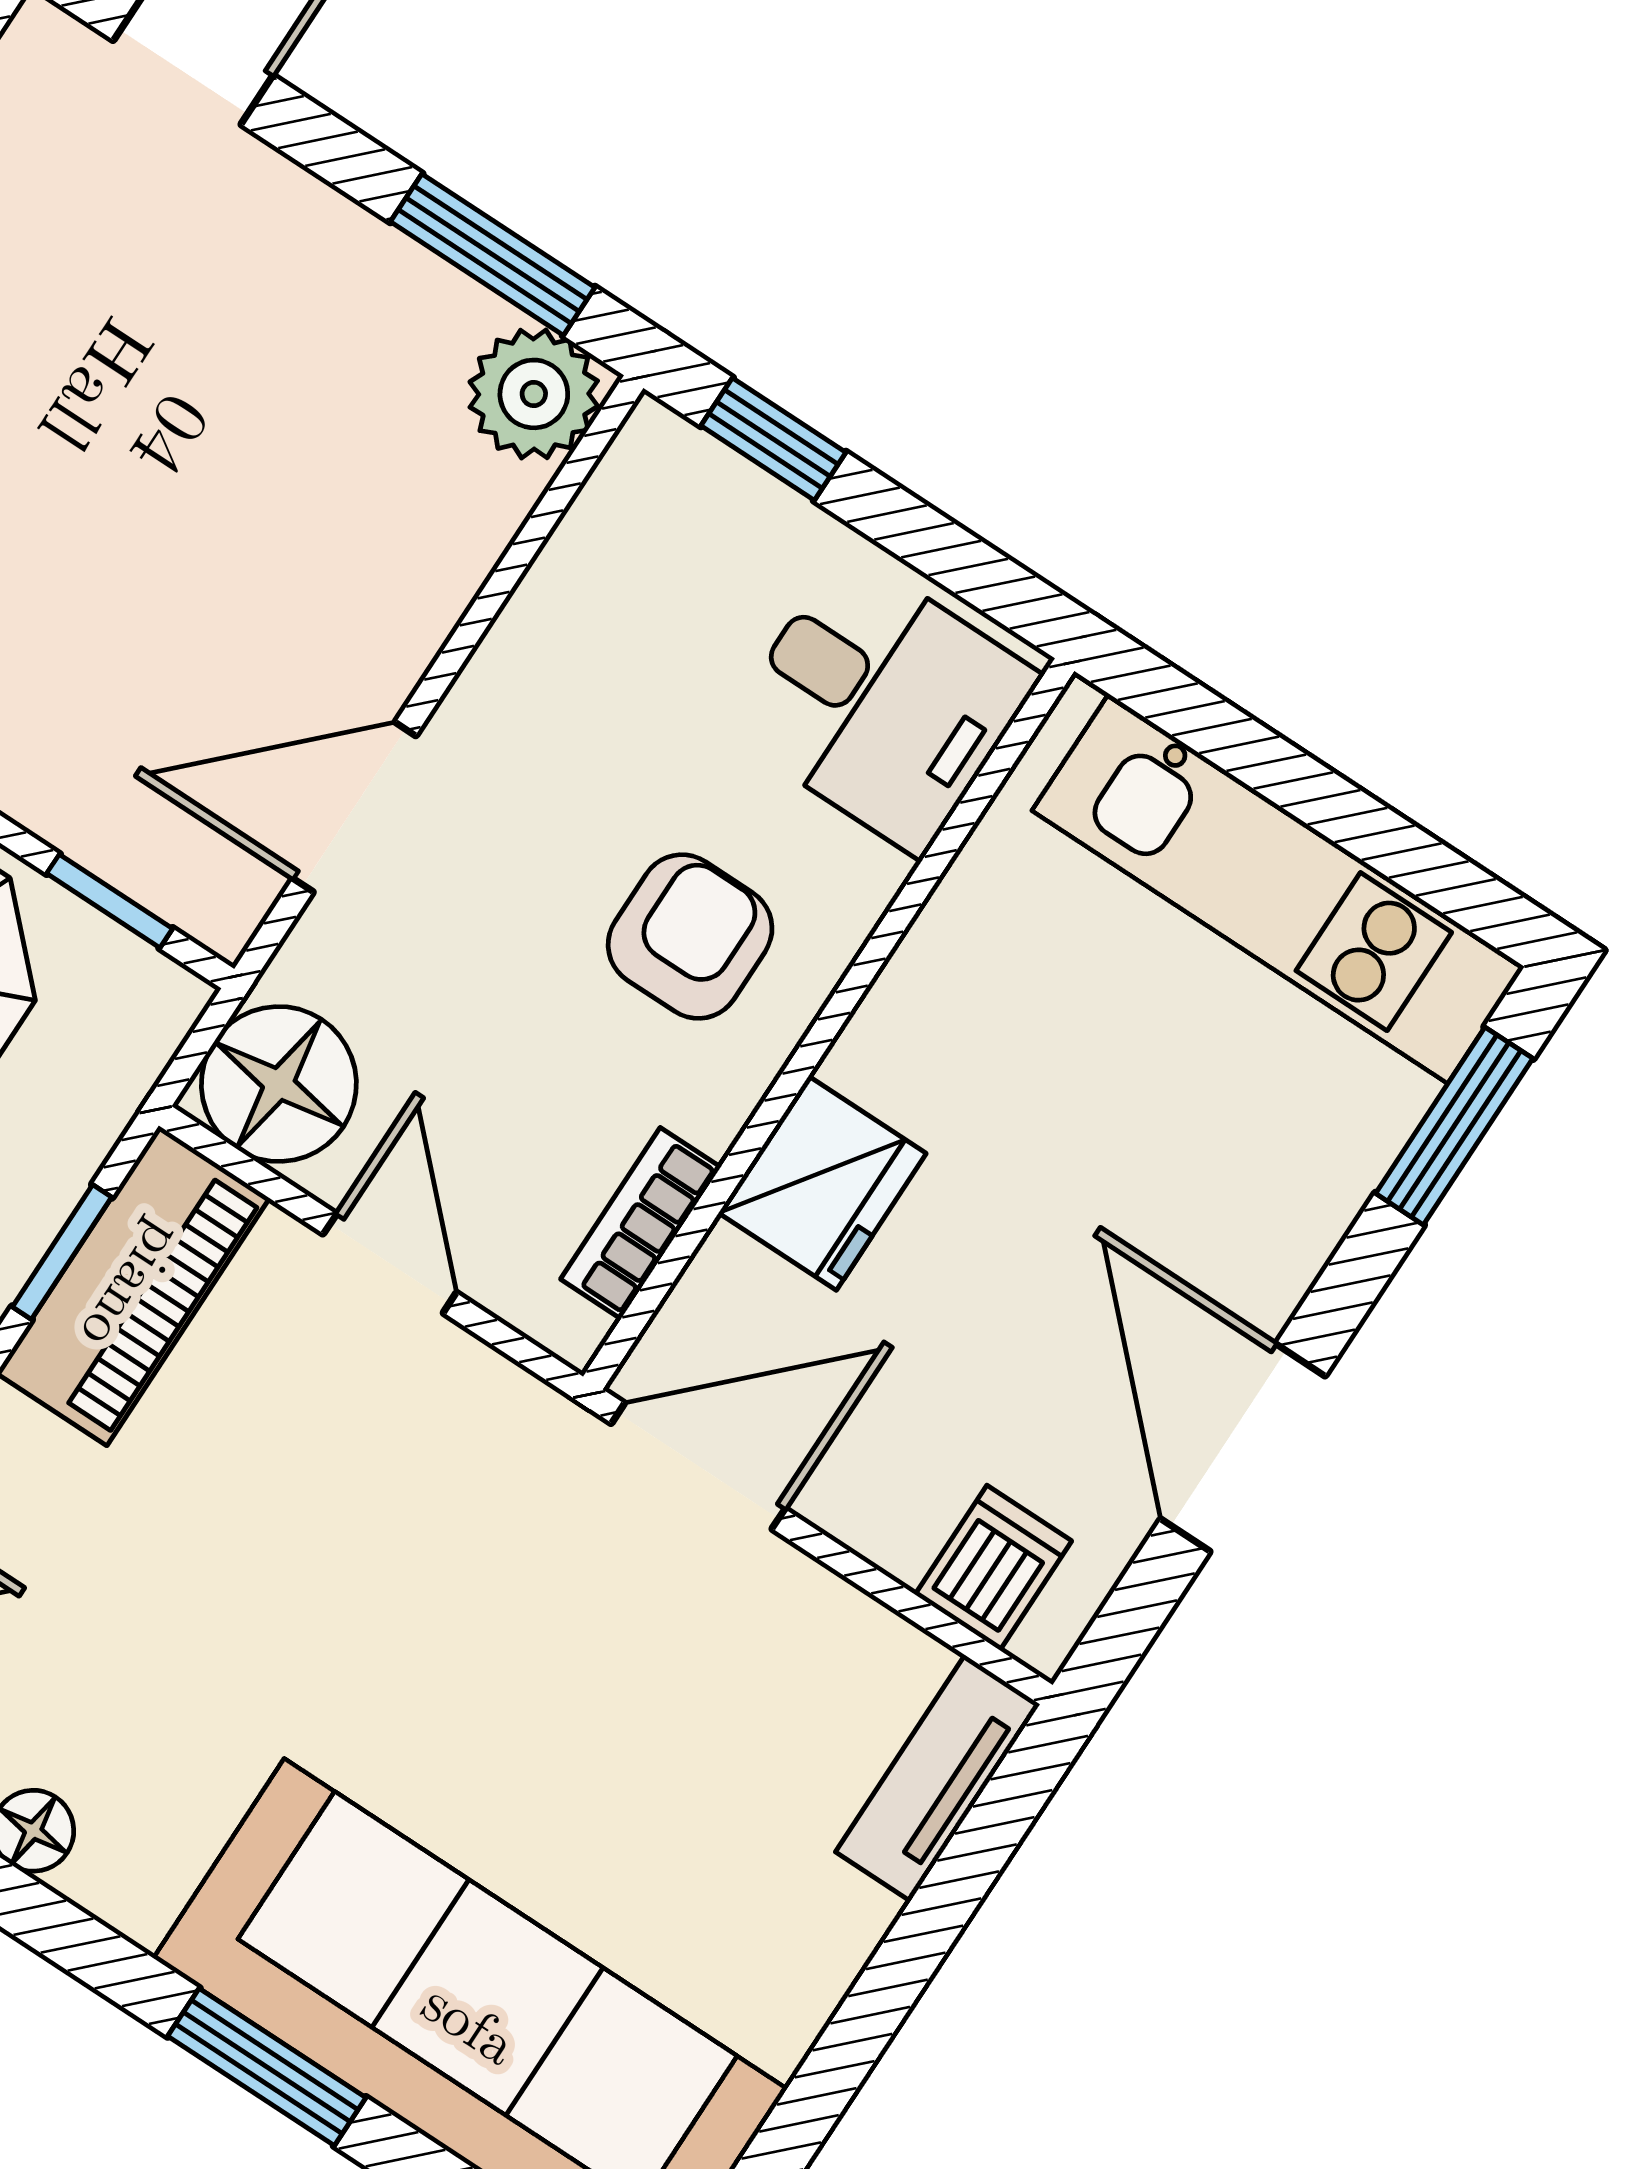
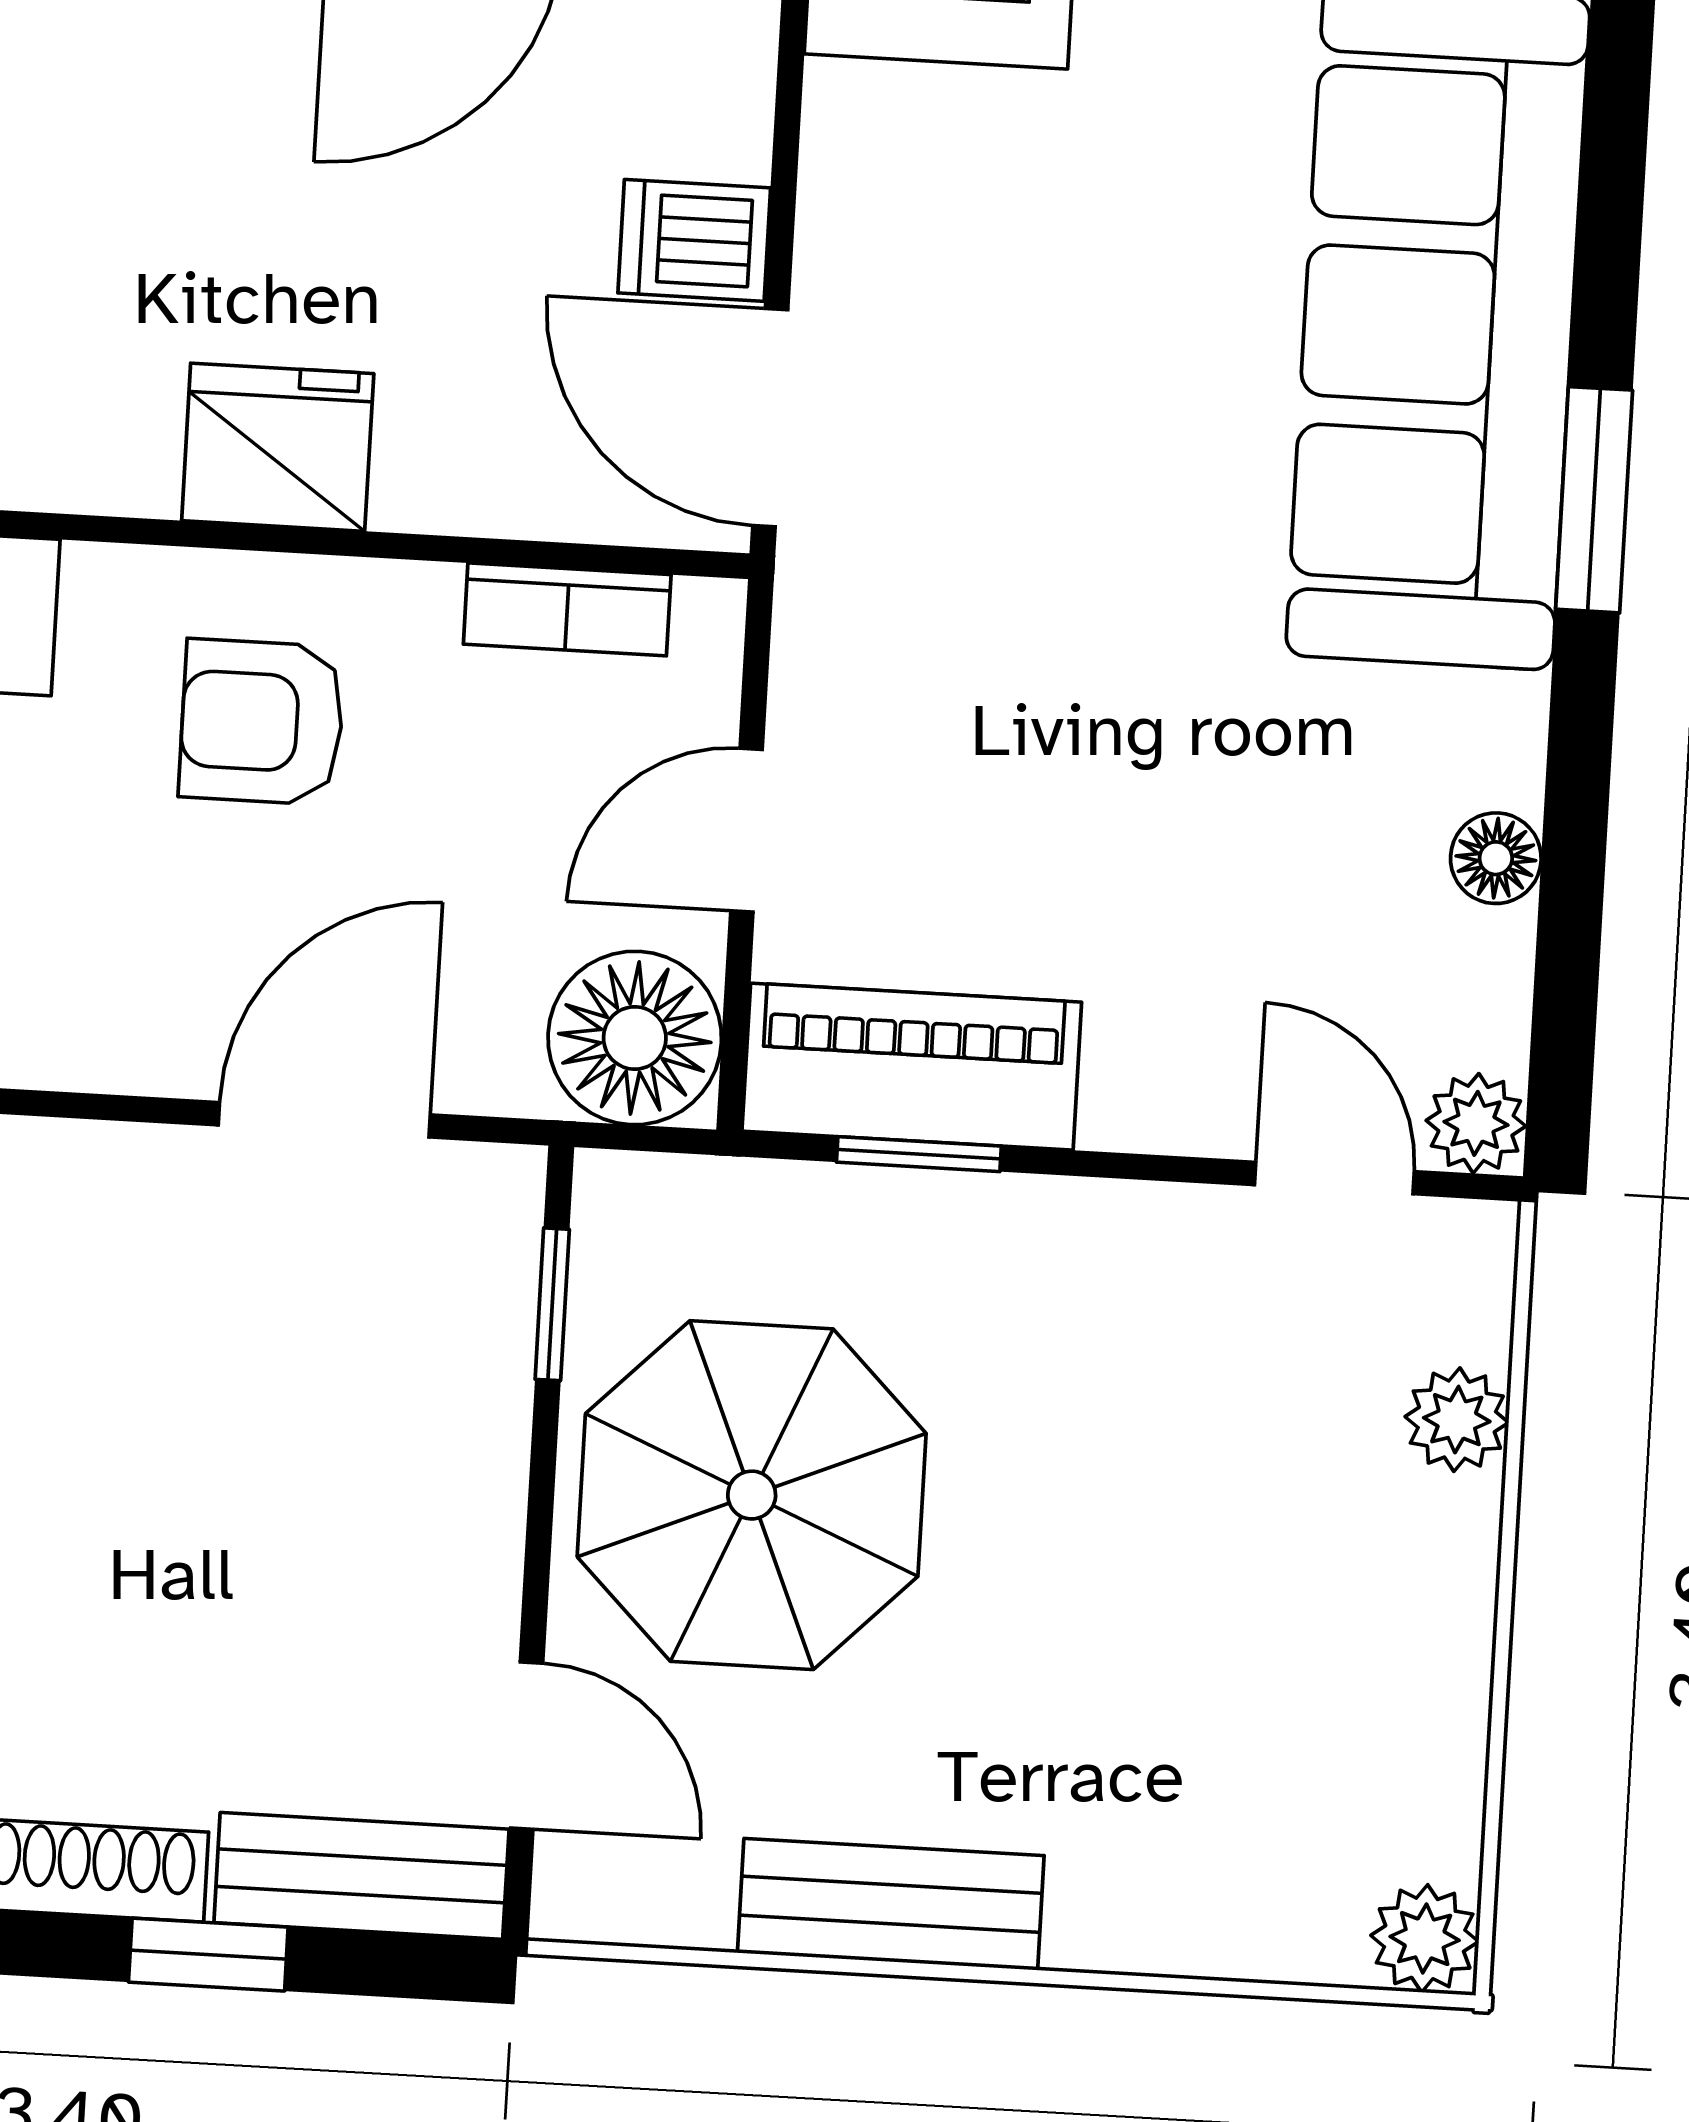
door: (354, 807) -> (324, 1120), swing flipped
fridge: (822, 1183) -> (278, 447), moved
dishwasher: (993, 1568) -> (694, 240), moved

